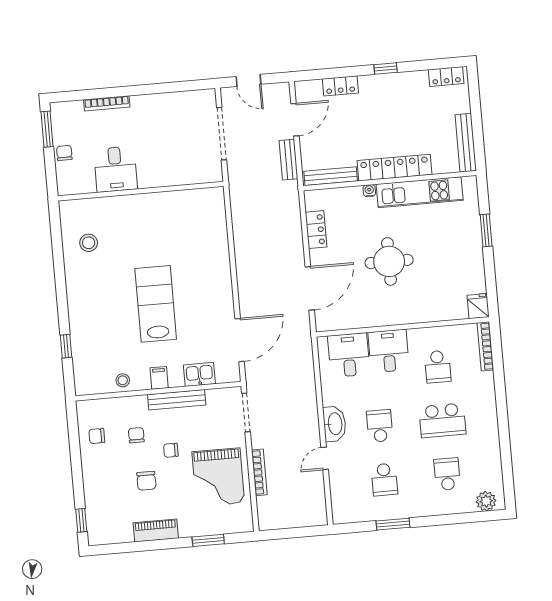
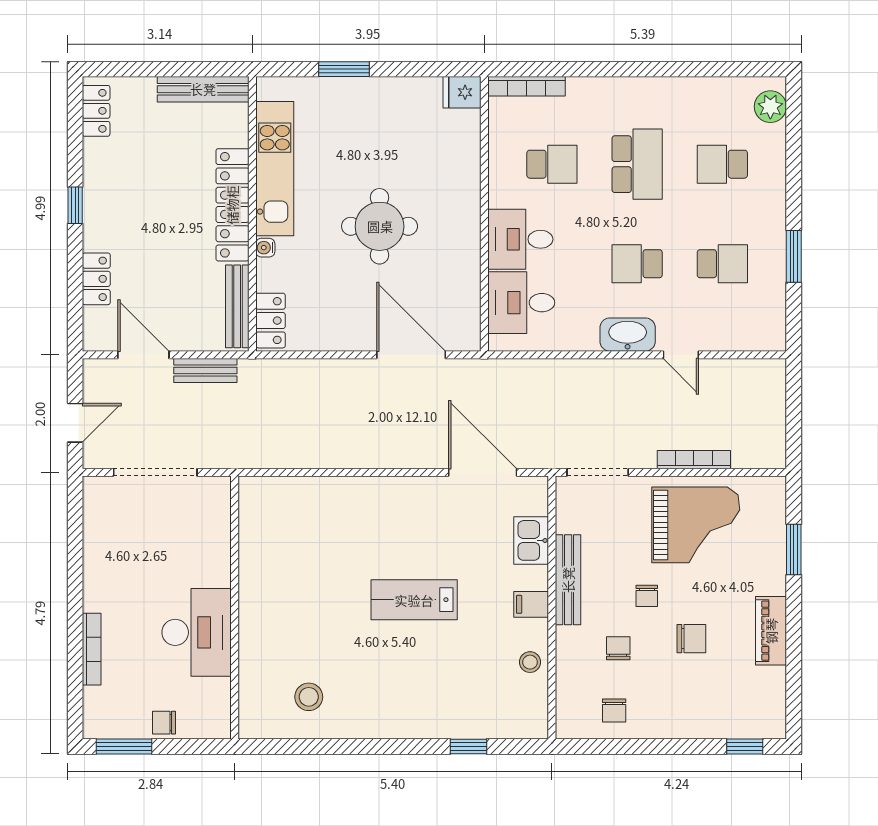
desk: (116, 169) -> (197, 632), width x1.37
locker: (316, 230) -> (270, 321), moved, turned 90
lab bench: (156, 304) -> (414, 600), width x0.73, depth x0.72
chair: (136, 435) -> (618, 648), turned 90

